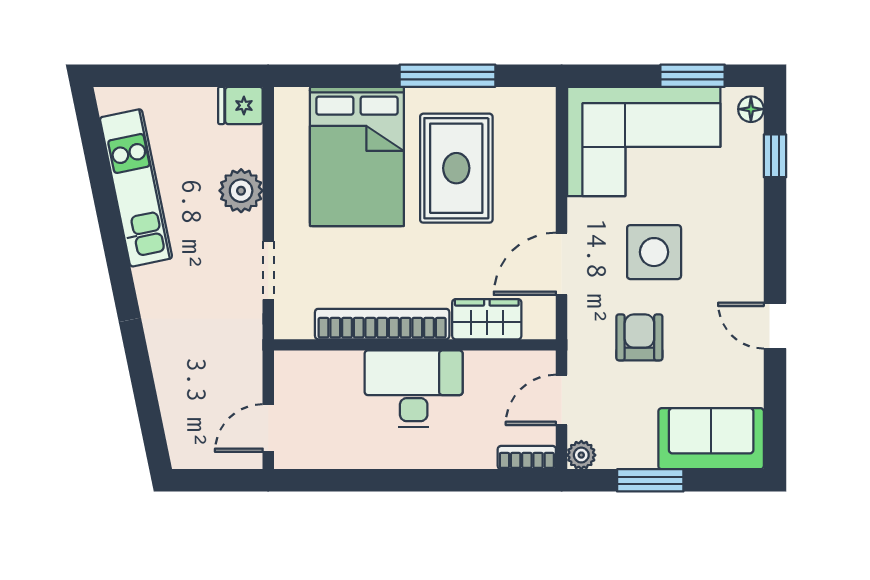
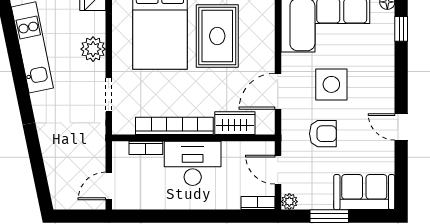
armchair: (639, 337) -> (323, 134), turned 90
bookcase: (333, 362) -> (146, 148), added
door: (562, 400) -> (278, 170), hinge flipped

